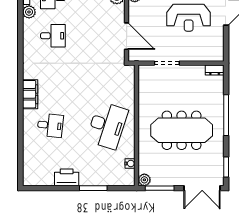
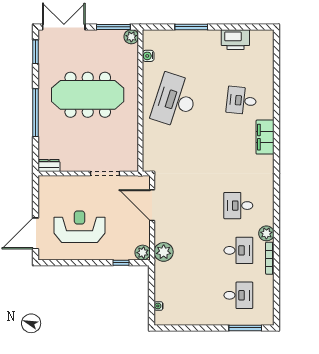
printer: (67, 177) -> (235, 40), moved

